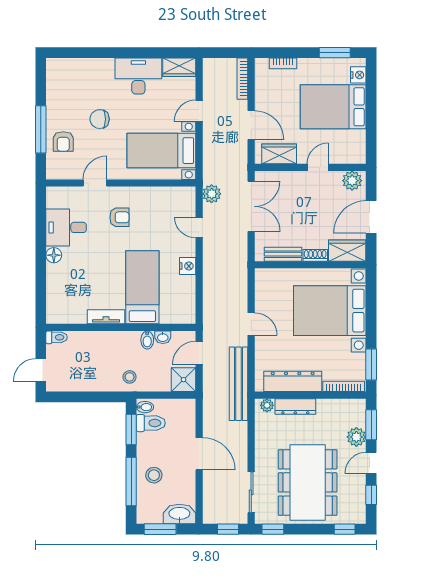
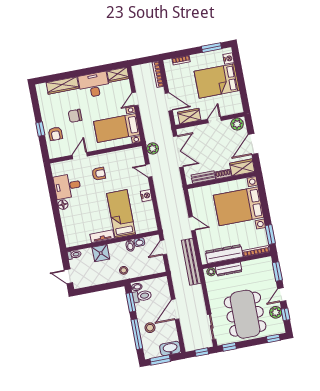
wardrobe: (89, 67) -> (62, 85), added
window: (41, 129) -> (40, 129), width x0.46
door: (41, 370) -> (68, 276), hinge flipped
shower: (184, 380) -> (101, 253), moved
plant: (356, 437) -> (276, 312), moved
door: (199, 454) -> (175, 309), swing flipped

